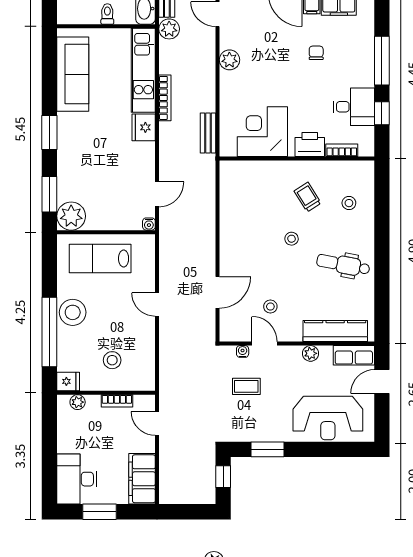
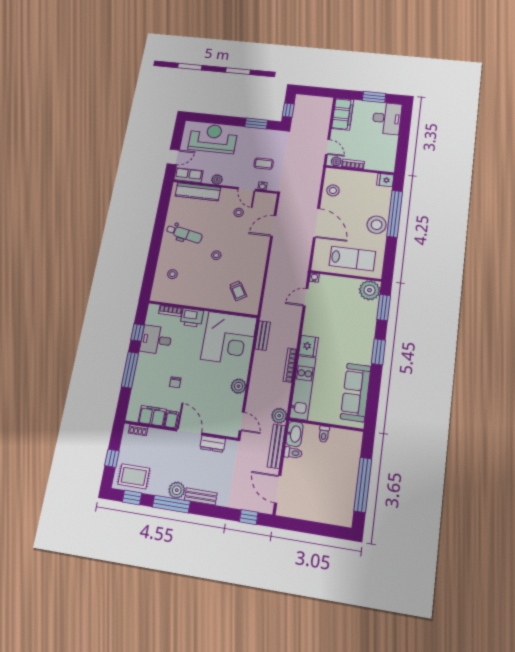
corner desk: (262, 132) -> (229, 338), width x1.36, depth x1.36
trolley: (308, 197) -> (238, 291), moved
door: (157, 305) -> (316, 223), width x1.88
stool: (112, 360) -> (333, 190), moved
plant: (78, 402) -> (336, 161), moved

